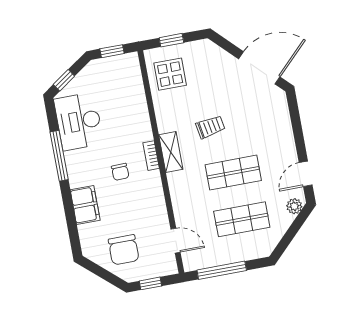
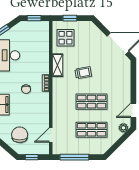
shelving: (171, 152) -> (58, 65), moved
door: (176, 241) -> (51, 135), swing flipped
chair: (124, 250) -> (20, 135), turned 180

